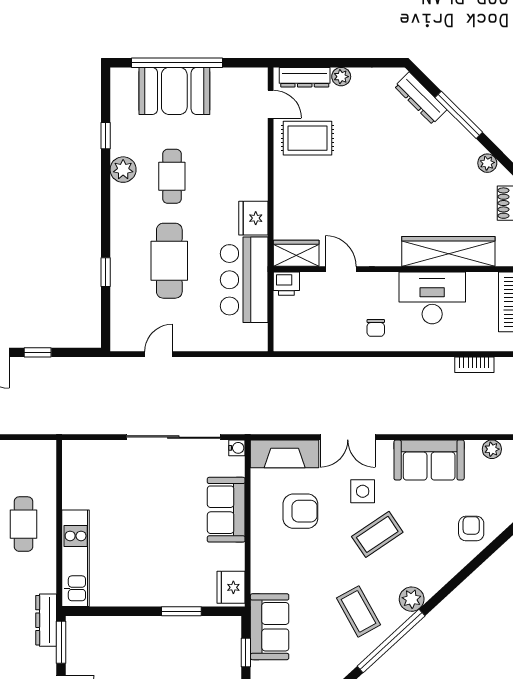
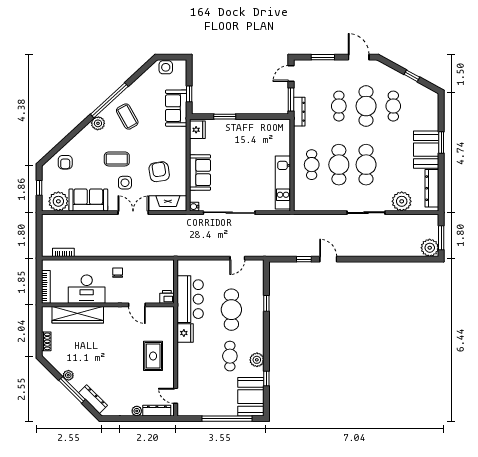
booth: (174, 91) -> (251, 397), moved, turned 90
rug: (308, 138) -> (153, 356), moved, turned 90
plant: (487, 163) -> (68, 375), moved
wardrobe: (296, 253) -> (162, 314), removed
plant: (492, 449) -> (58, 201), width x1.88, depth x1.88
armchair: (300, 511) -> (159, 172), turned 81
coffee table: (377, 534) -> (117, 159), turned 34
kitchen unit: (76, 558) -> (283, 183), moved

